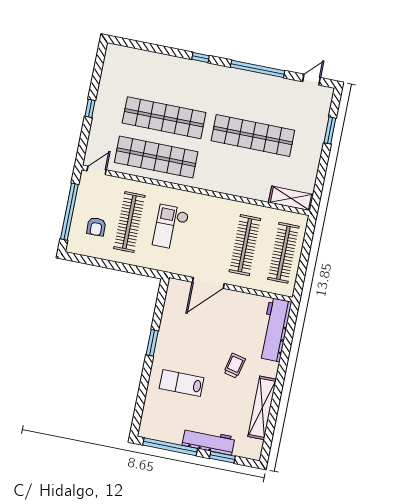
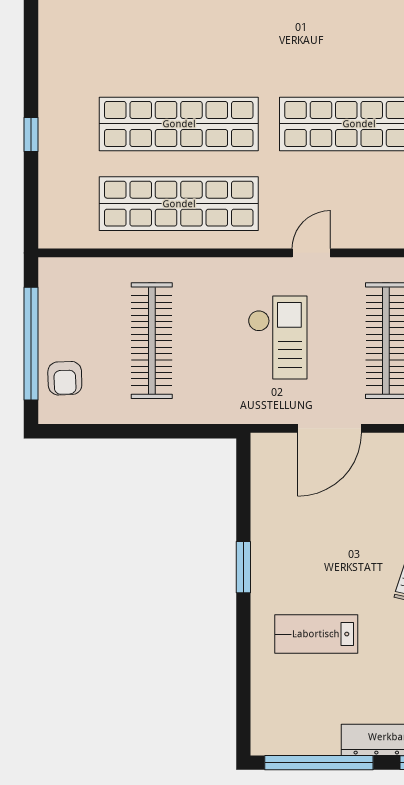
door: (97, 170) -> (311, 253), moved
armchair: (96, 227) -> (65, 378), moved
checkout: (171, 227) -> (278, 337), moved, turned 180

